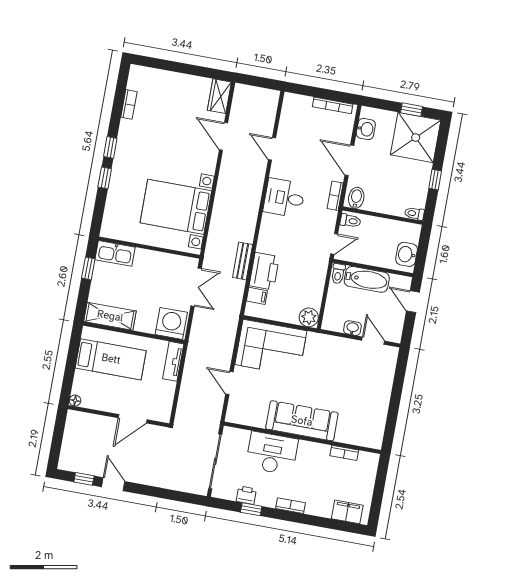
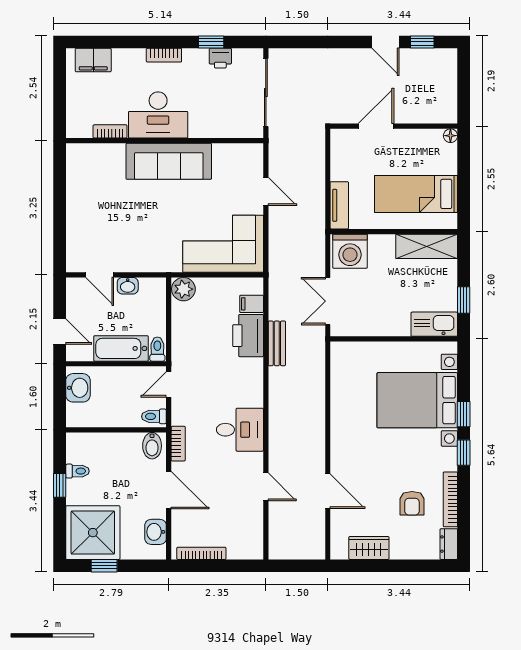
dresser: (135, 77) -> (449, 544), added
wardrobe: (219, 96) -> (369, 548), moved, turned -90
bookcase: (129, 104) -> (450, 499), width x1.56
armchair: (158, 115) -> (412, 503), added
bed with nightstands: (176, 207) -> (417, 400), moved, turned 180
toilet: (414, 214) -> (77, 471), moved
desk: (272, 453) -> (158, 115), moved

